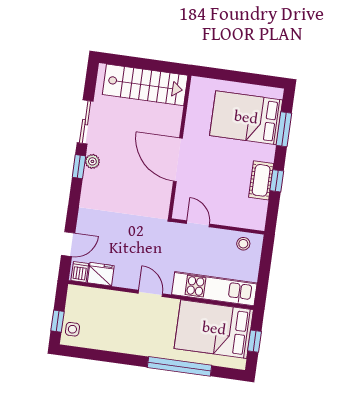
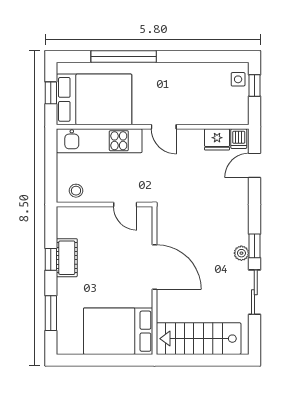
bed: (246, 118) -> (118, 331), moved, turned 180

